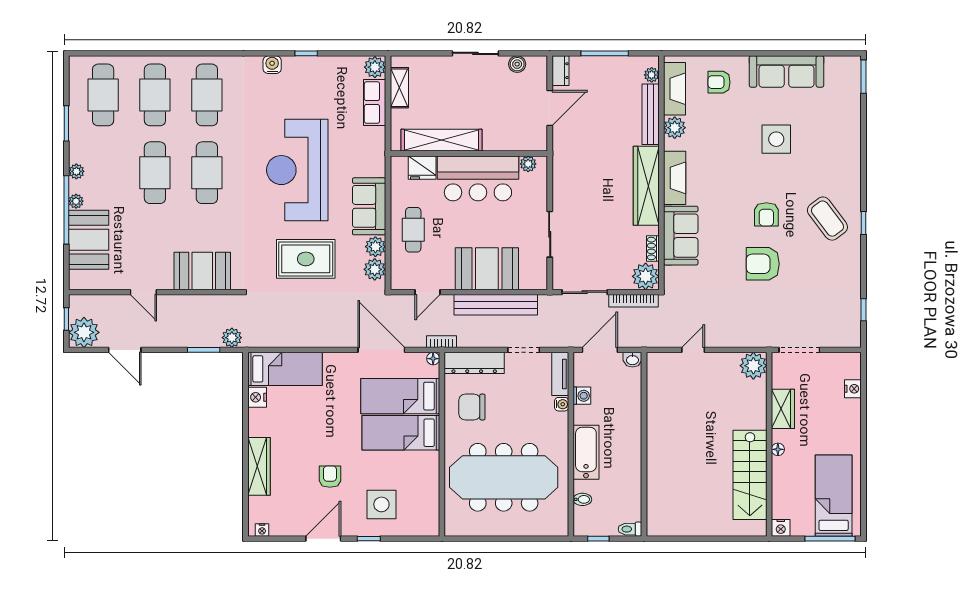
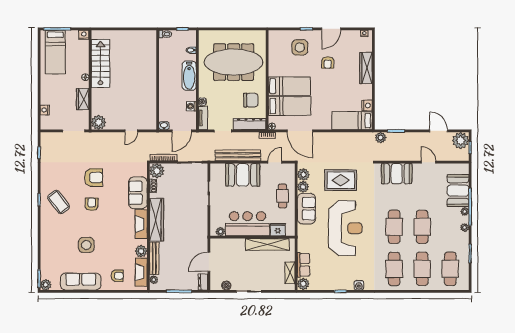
plant: (851, 66) -> (46, 285), added

